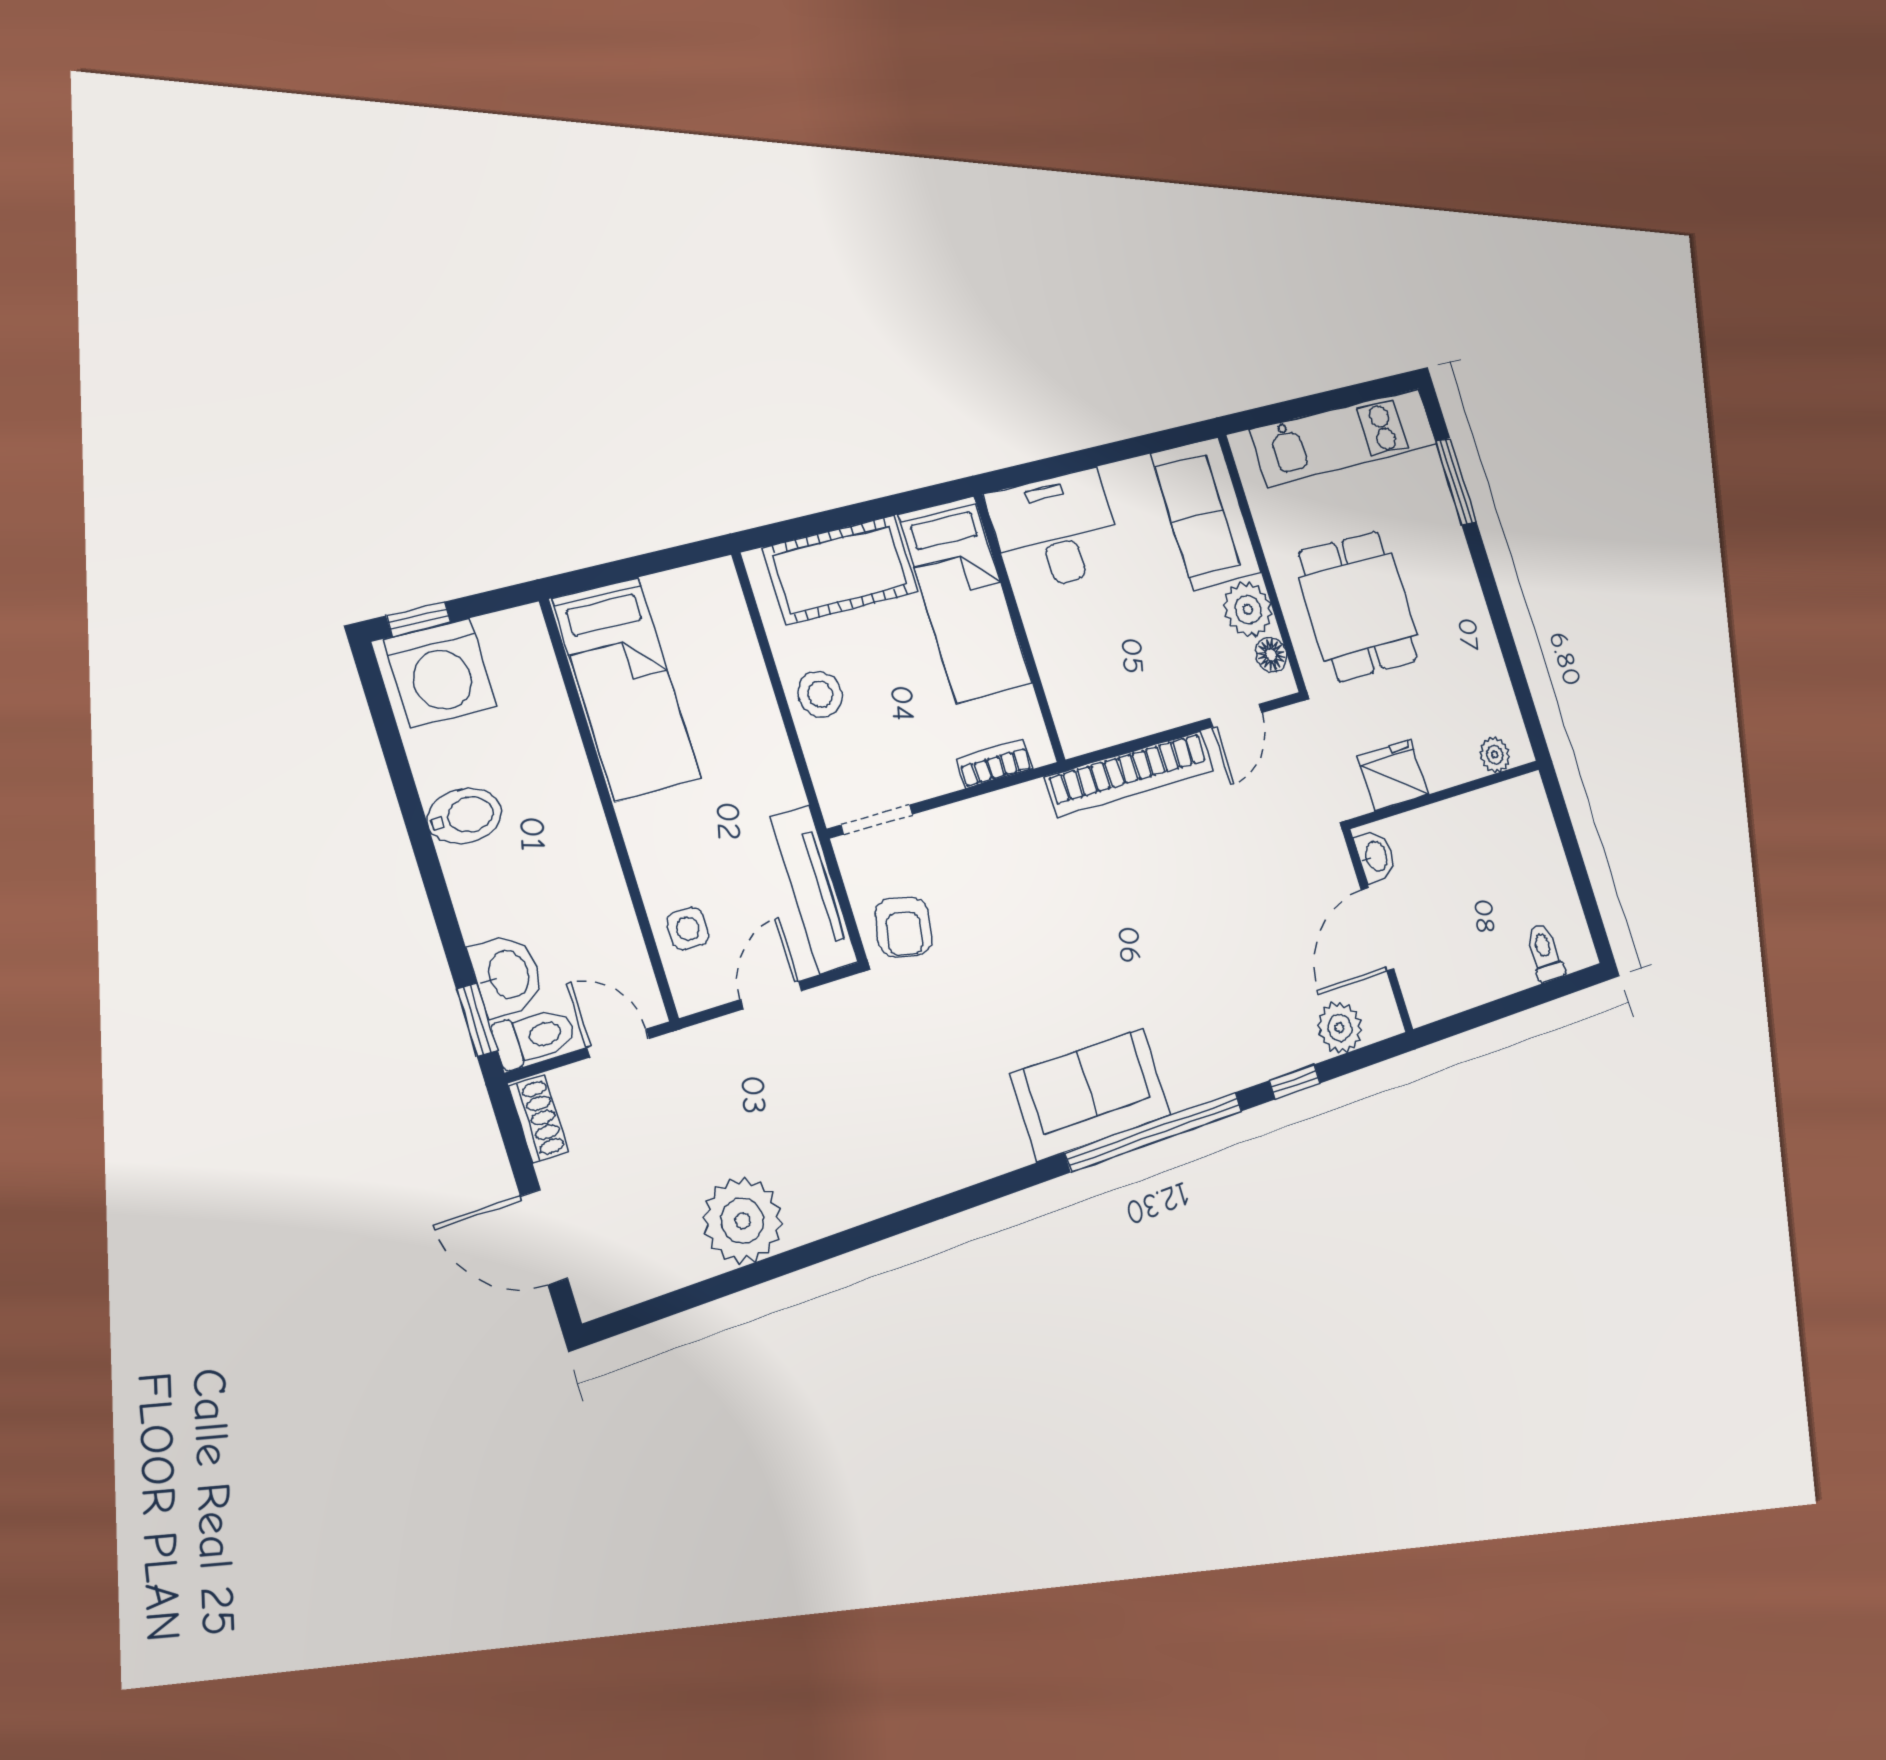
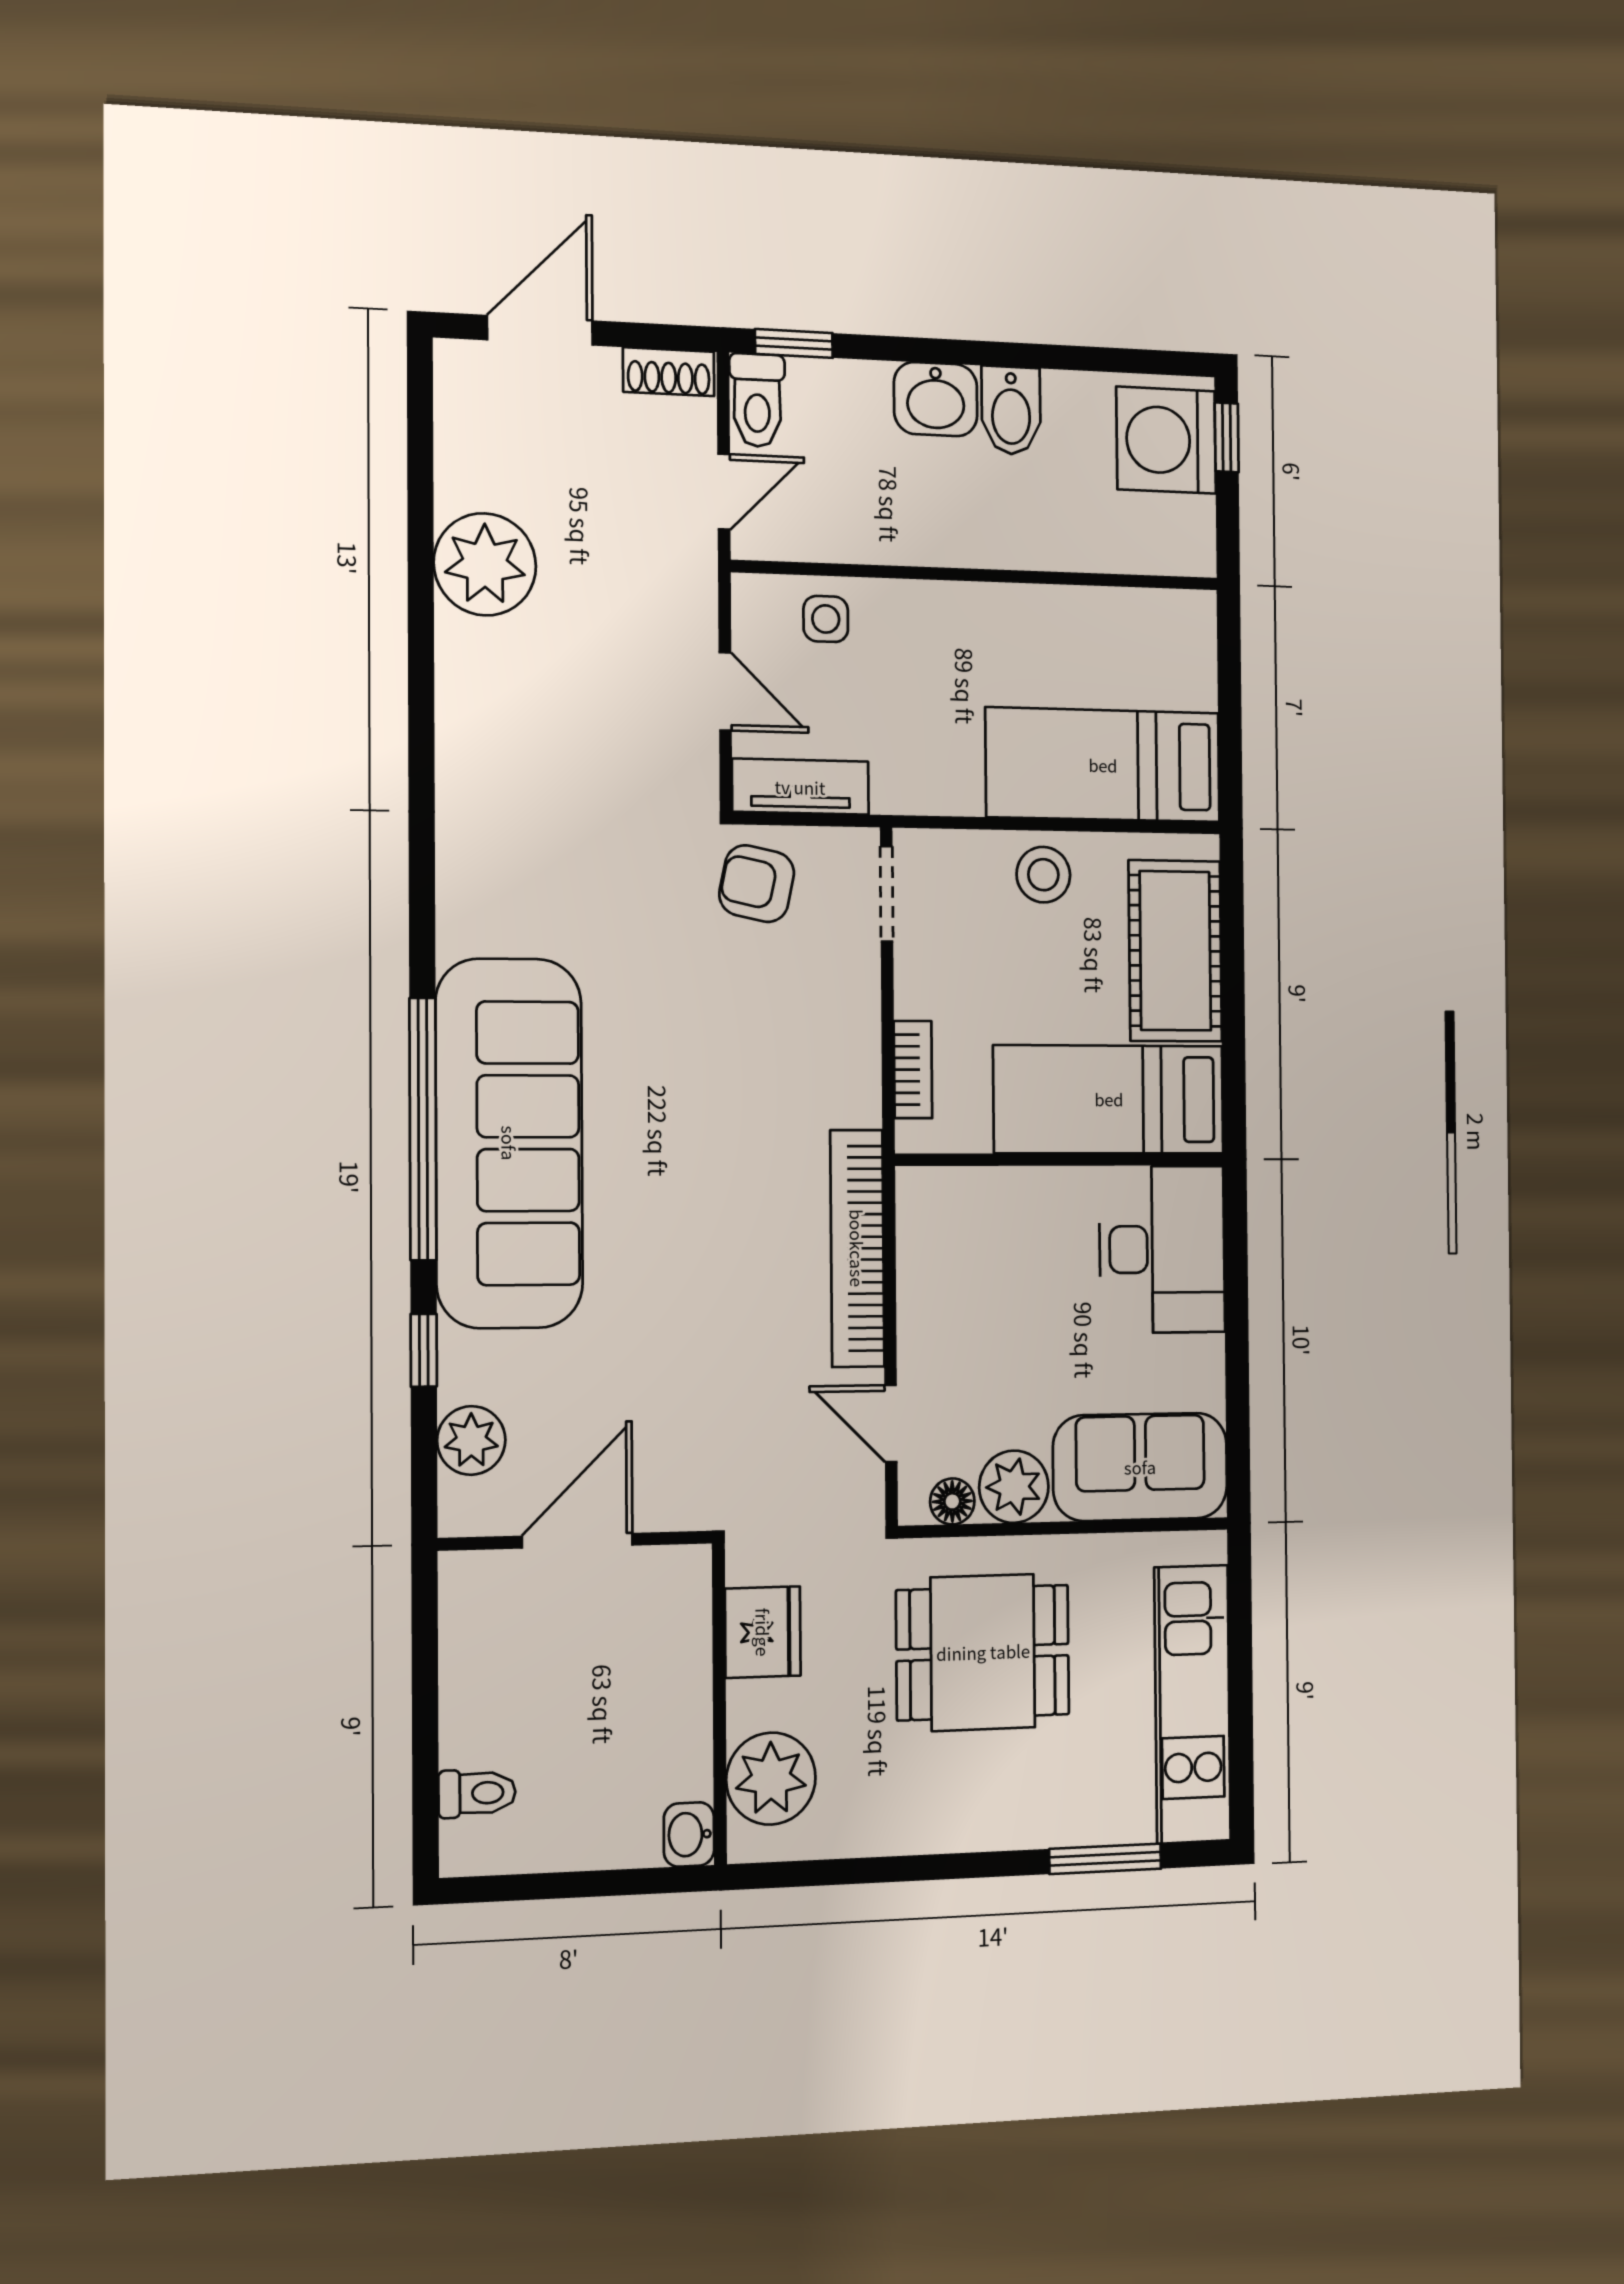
bed: (627, 689) -> (1103, 765), moved
plant: (1495, 755) -> (771, 1779), width x1.88, depth x1.88
washbasin: (1376, 856) -> (689, 1834), moved, turned 90
tv unit: (814, 890) -> (800, 787), width x0.71
door: (1377, 930) -> (577, 1541), hinge flipped
washbasin: (507, 975) -> (936, 399), moved
sofa: (1091, 1095) -> (509, 1143), width x1.85, depth x1.27

